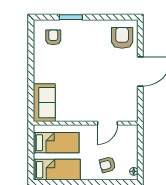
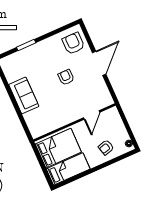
armchair: (53, 37) -> (66, 77), moved
sofa: (44, 103) -> (24, 95), moved
bed: (56, 143) -> (58, 148), width x1.50

